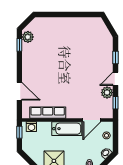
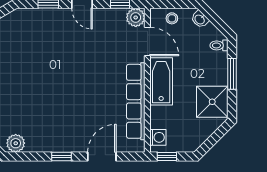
window: (19, 45) -> (62, 157), moved
plant: (107, 93) -> (136, 17), moved
row of seats: (48, 113) -> (136, 101), width x1.36

